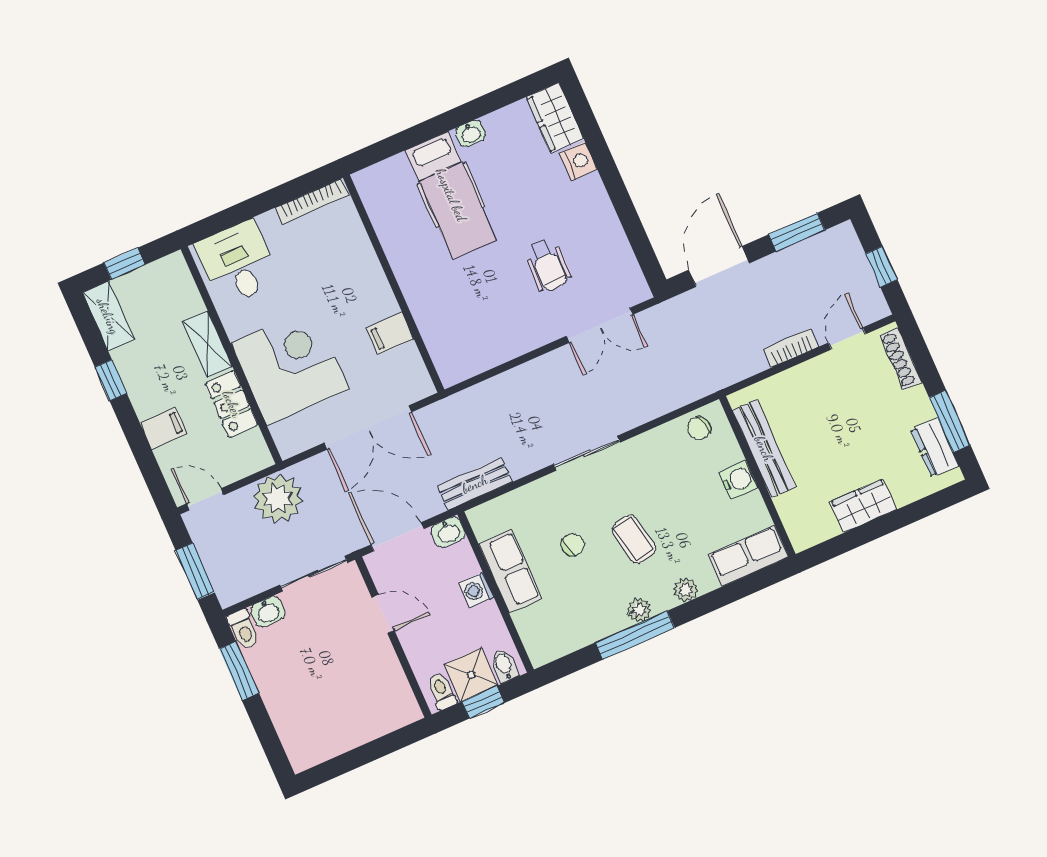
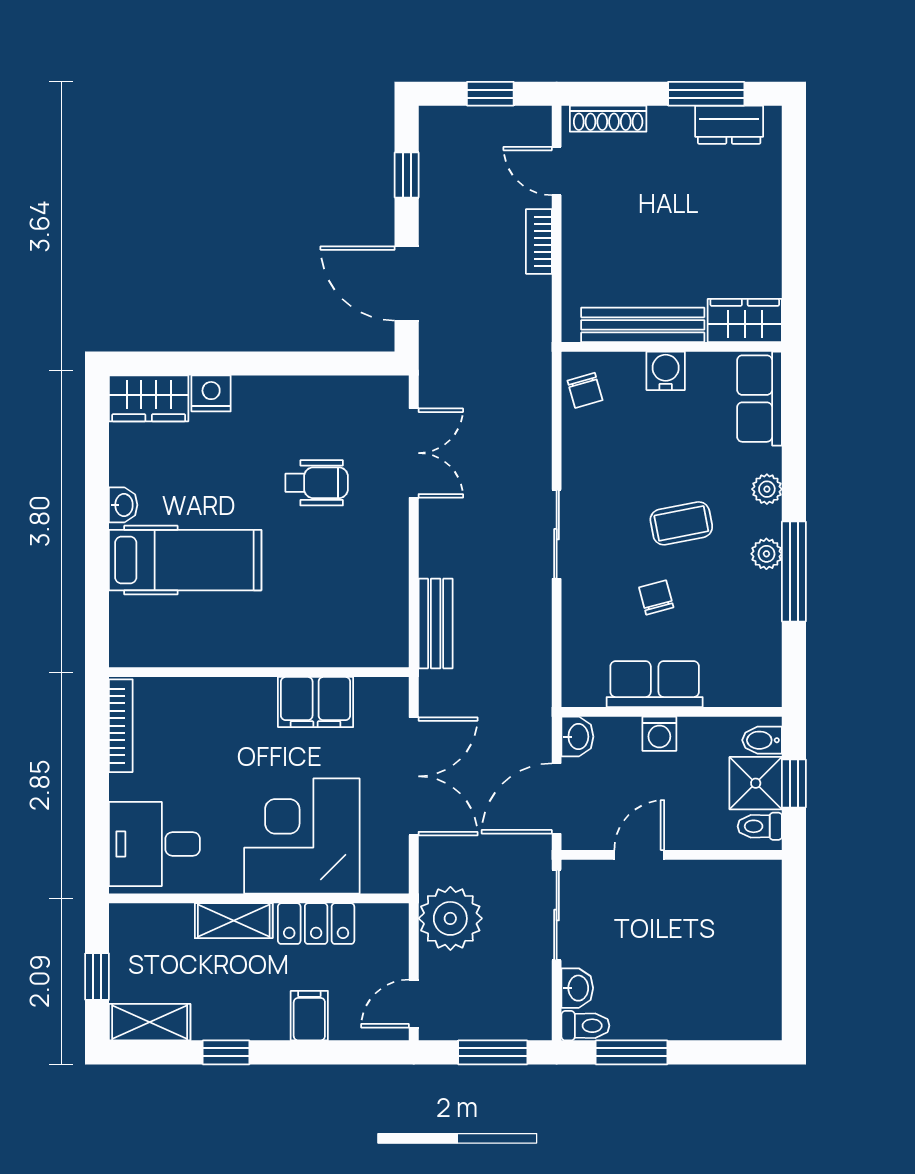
window: (797, 232) -> (407, 175), width x0.67
filing cabinet: (390, 334) -> (316, 702), width x2.00
bench: (475, 484) -> (436, 623), moved
wardrobe: (863, 506) -> (745, 320), moved, turned 90

